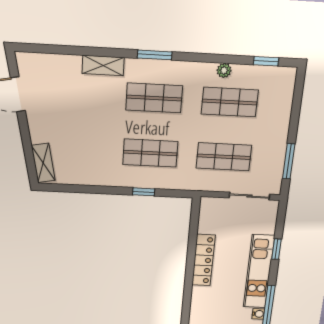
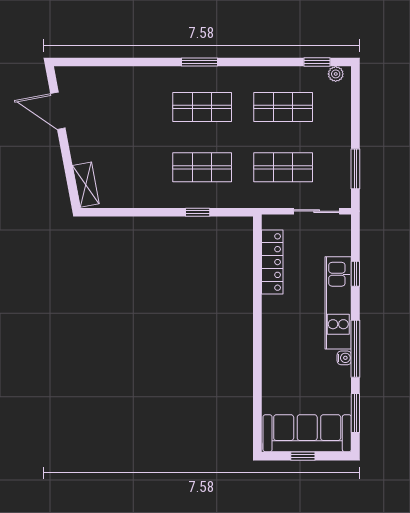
shelving: (103, 66) -> (146, 76), removed
plant: (224, 70) -> (336, 74), moved
locker: (203, 260) -> (272, 262), moved

